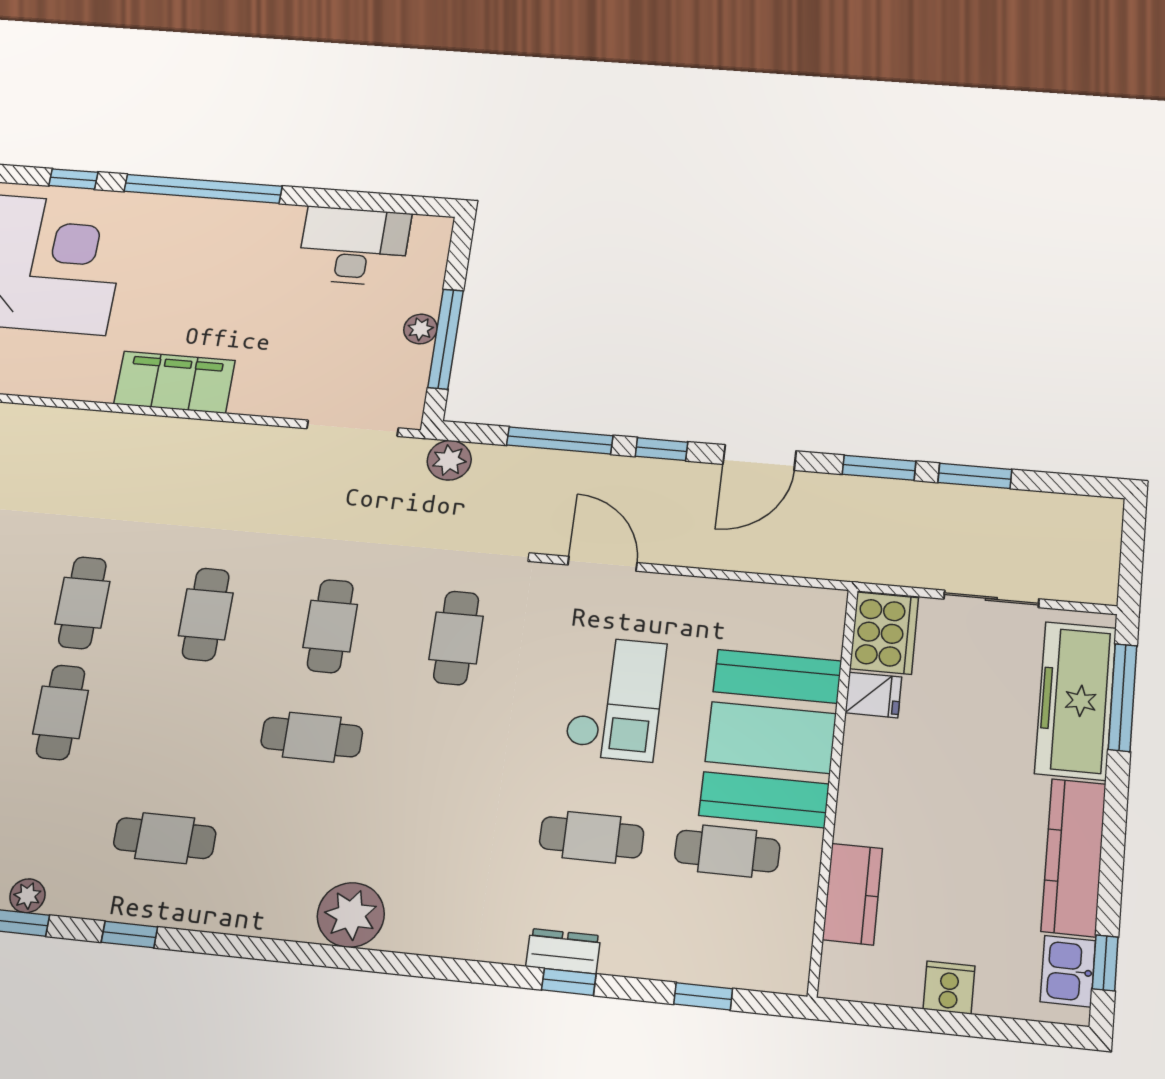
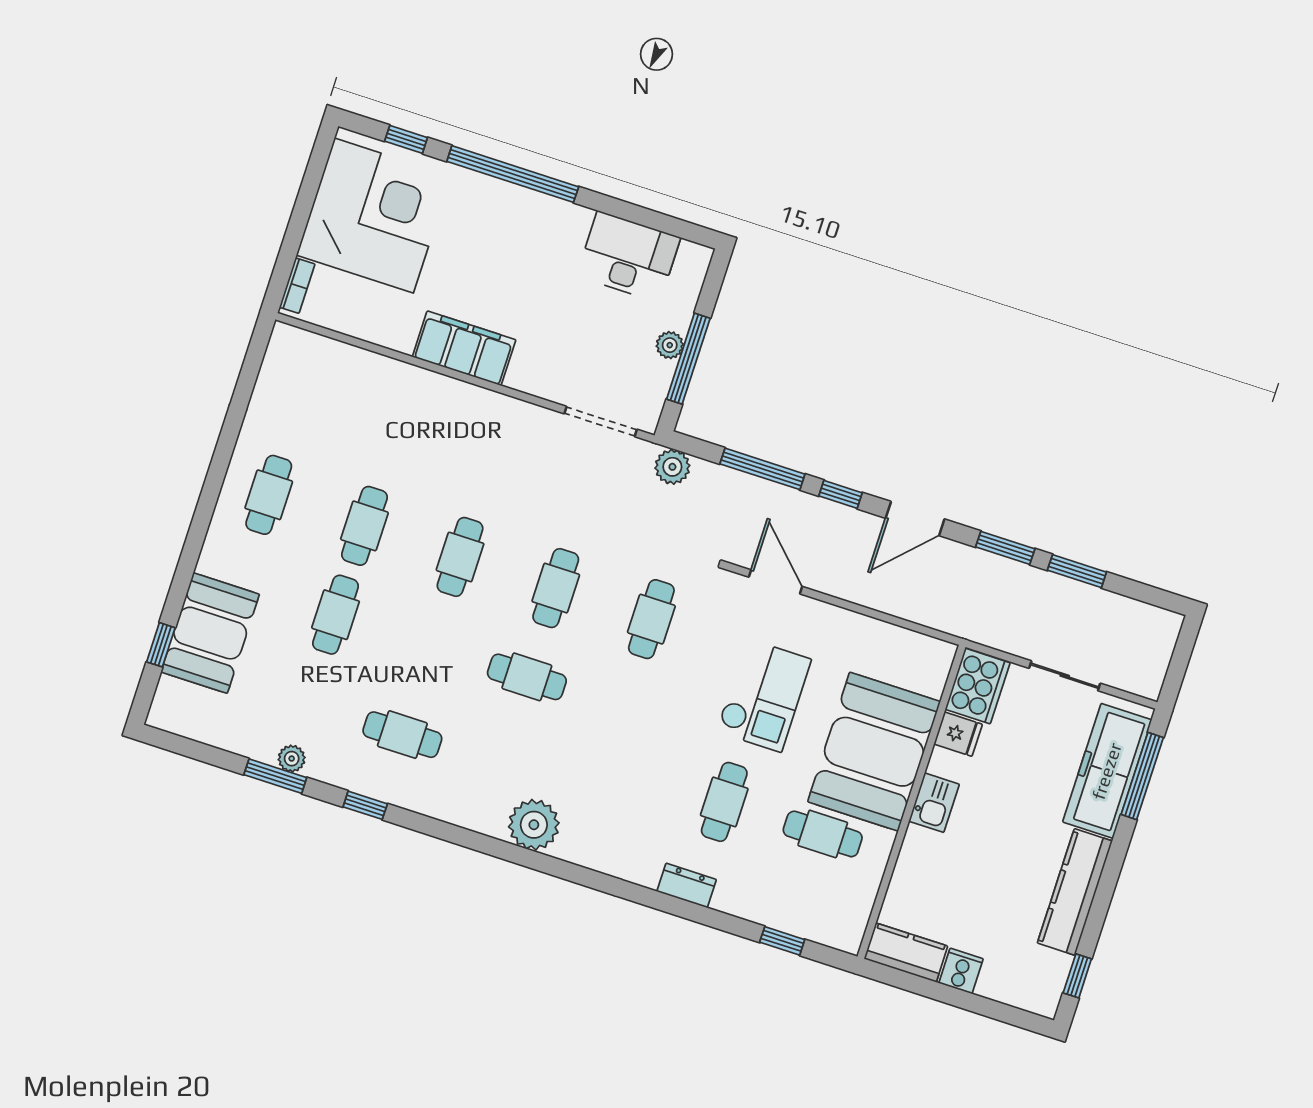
cafe table: (592, 837) -> (724, 802), turned 90
kitchen counter: (852, 894) -> (906, 952), moved, turned -90
kitchen sink: (1068, 971) -> (934, 803), moved, turned 180
window: (569, 982) -> (686, 910), removed

